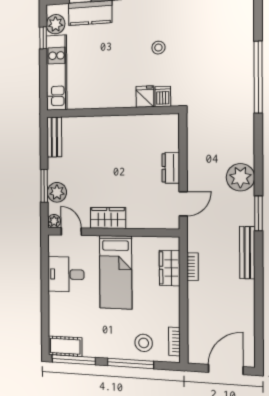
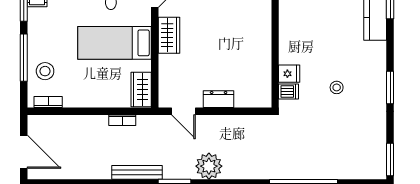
wardrobe: (170, 268) -> (141, 89), moved, turned -90

